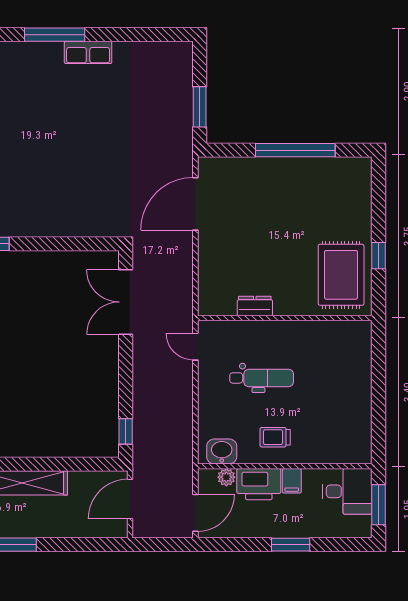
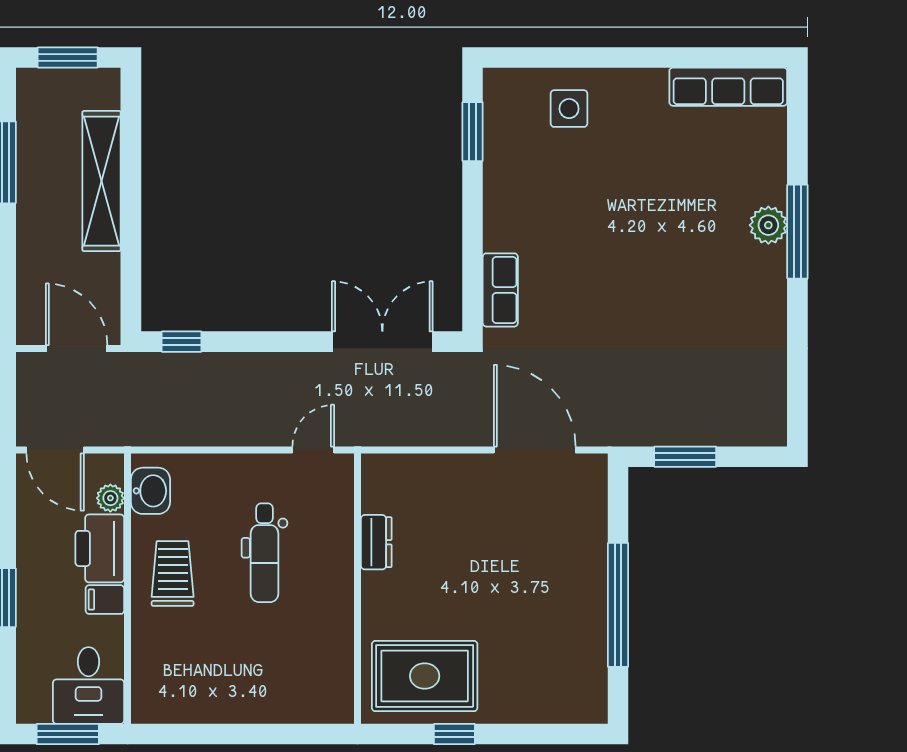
row of seats: (88, 52) -> (500, 290), moved, turned 180
plant: (51, 53) -> (768, 225), added
trolley: (275, 437) -> (173, 574), width x1.36, depth x1.39

